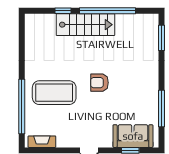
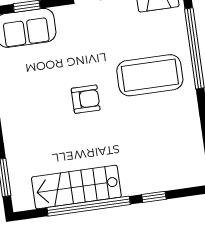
stairs: (85, 25) -> (76, 187), moved

